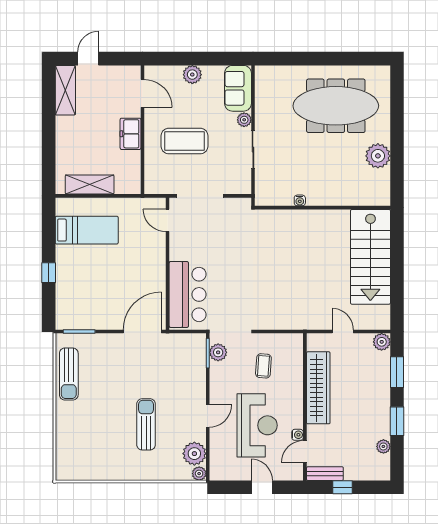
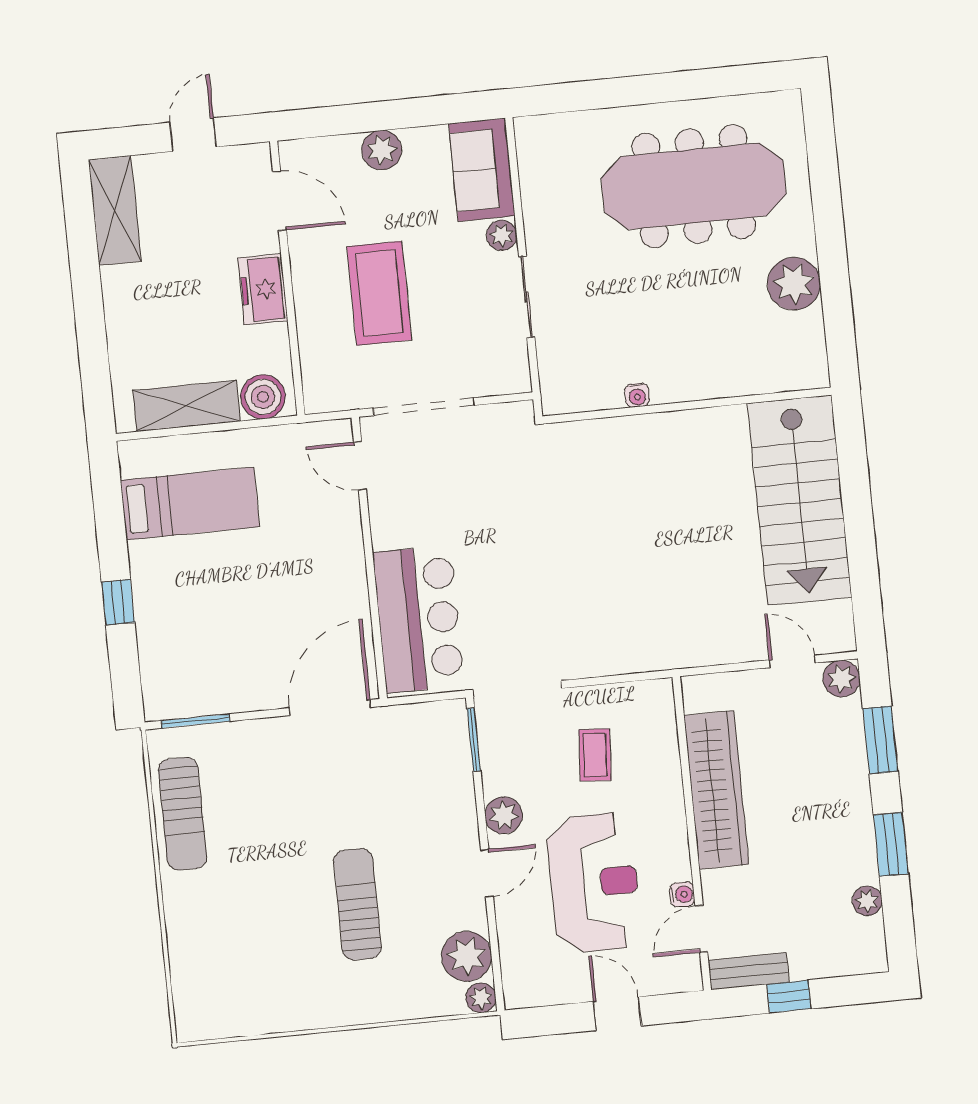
door: (88, 59) -> (193, 135), moved
coffee table: (184, 141) -> (379, 293), turned 90
boiler: (126, 184) -> (263, 397), added
door: (343, 332) -> (792, 661), moved
plant: (218, 352) -> (504, 815), moved

